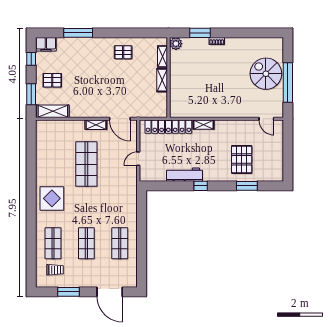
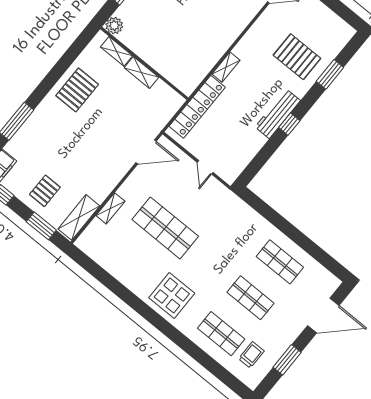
pallet: (123, 52) -> (77, 90), width x1.50, depth x1.42
shelving: (96, 125) -> (110, 208), moved
workbench: (184, 175) -> (278, 114), moved

